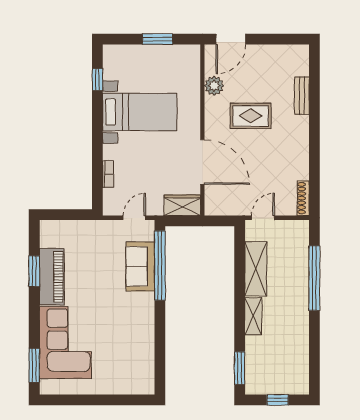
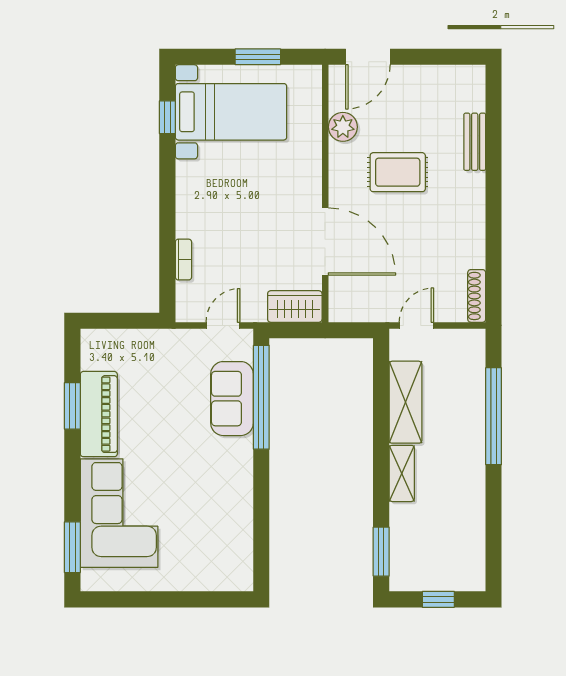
bed with nightstands: (140, 112) -> (231, 112), moved

